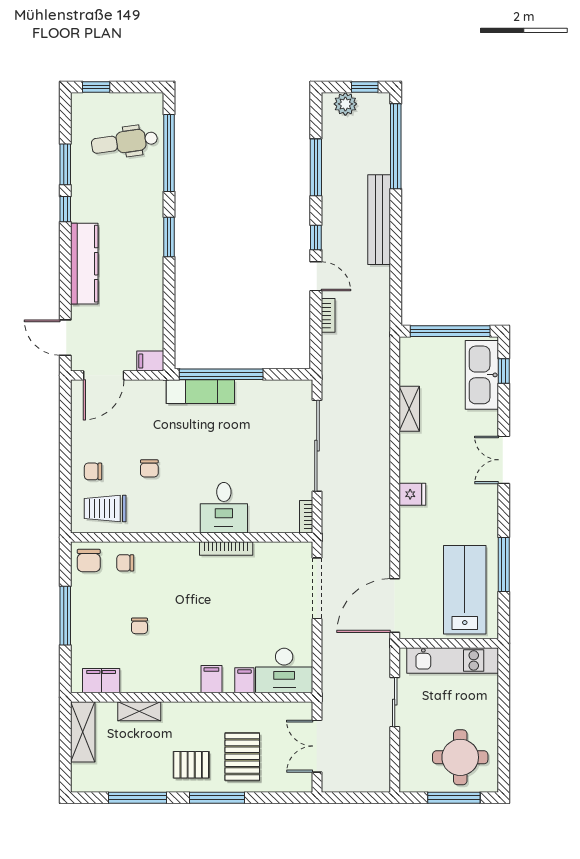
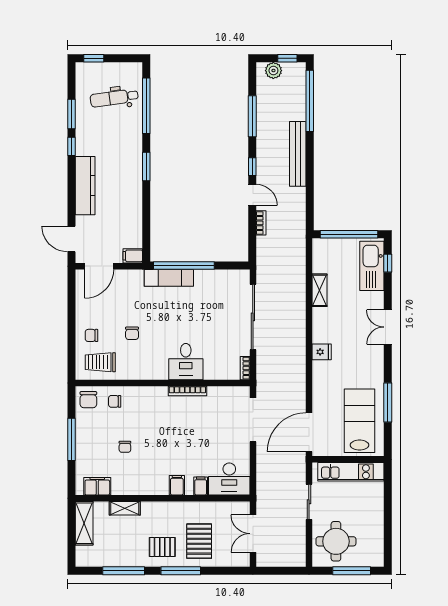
round table: (460, 757) -> (336, 541), moved

